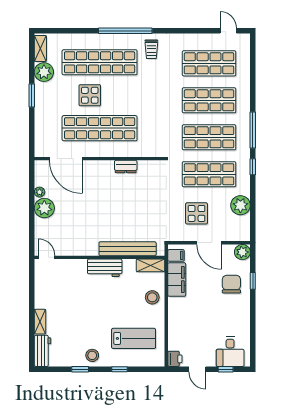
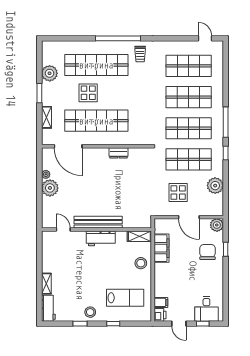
shelving: (40, 48) -> (47, 117), moved
bench: (128, 249) -> (98, 222), moved
filing cabinet: (176, 255) -> (161, 302), moved
door: (47, 257) -> (63, 229), moved

